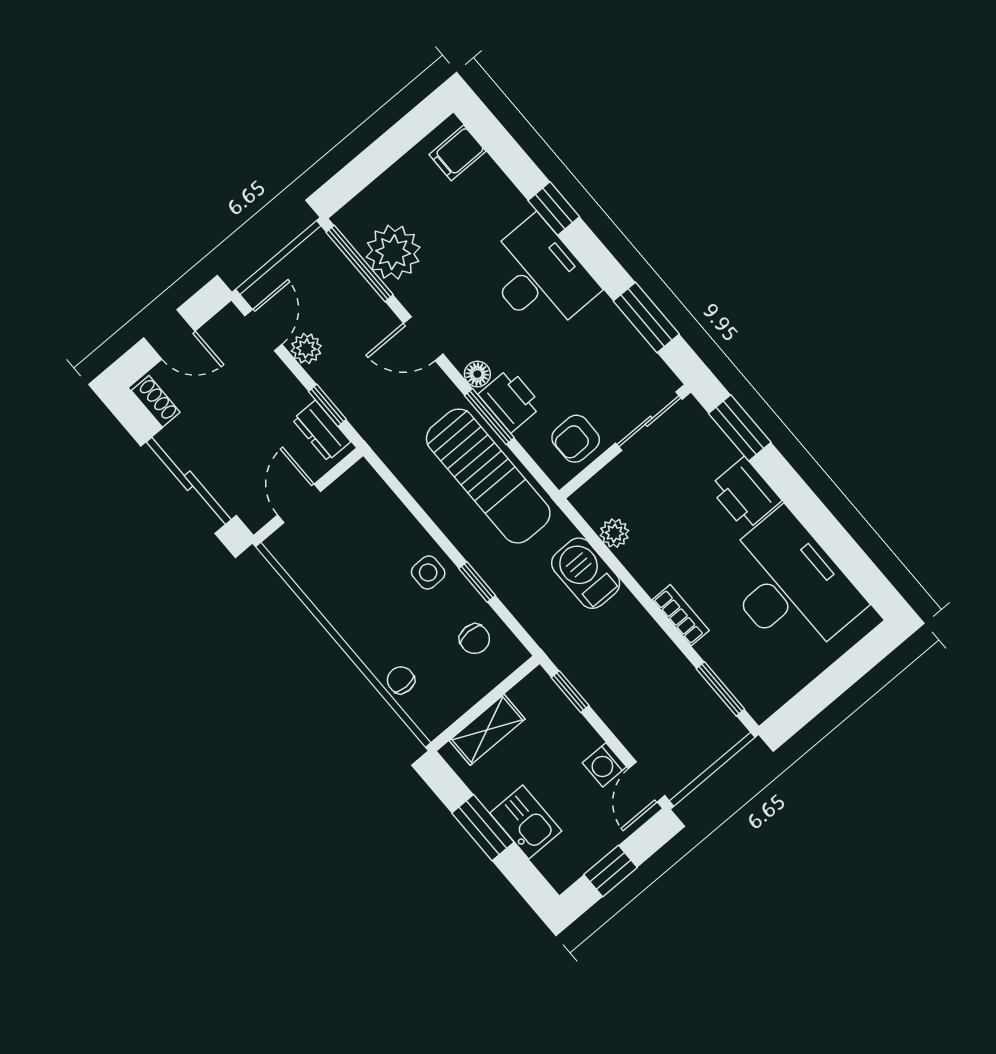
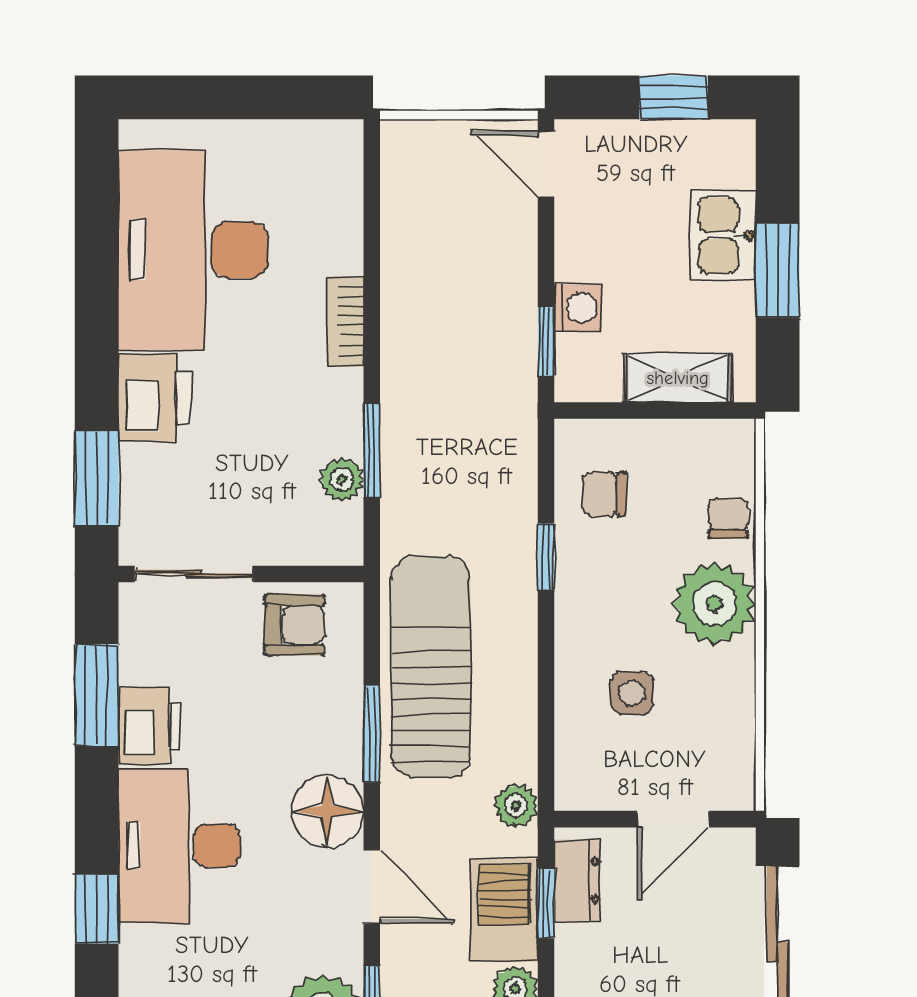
floor lamp: (477, 374) -> (327, 811), width x1.89, depth x1.89
printer: (510, 400) -> (150, 726), moved, turned 180
plant: (385, 442) -> (516, 806), added
side table: (428, 573) -> (632, 693), moved
barbecue: (586, 573) -> (504, 910), moved, turned 180
plant: (371, 631) -> (714, 604), added
chair: (475, 639) -> (604, 494), turned -90
chair: (401, 680) -> (728, 518), turned 180
window: (720, 689) -> (372, 451), moved
washing machine: (604, 765) -> (578, 308), moved
door: (647, 782) -> (546, 164), swing flipped

